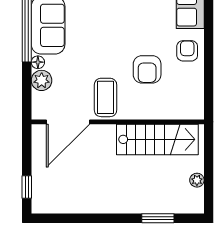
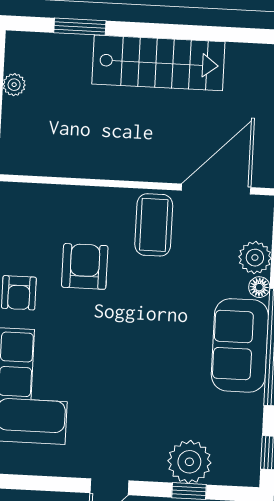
stairs: (157, 139) -> (158, 63), moved, turned 180

